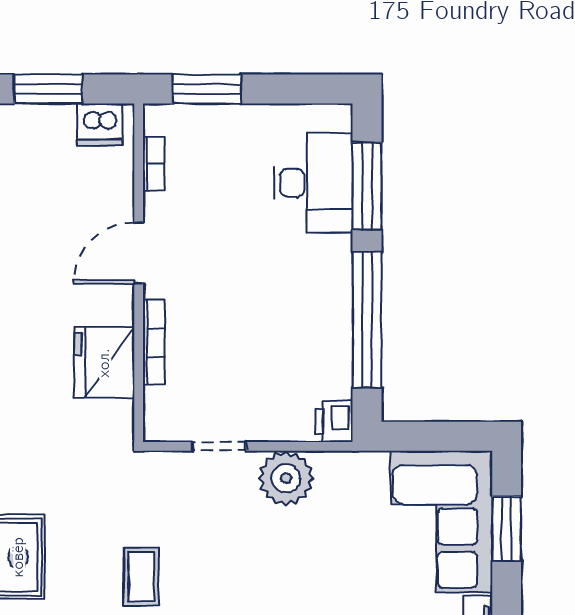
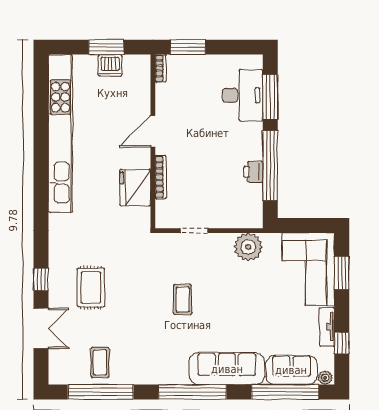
dishwasher: (100, 124) -> (110, 65), moved
bookcase: (154, 164) -> (161, 68), moved
printer: (334, 422) -> (253, 172), moved
plant: (286, 478) -> (248, 247), moved
coffee table: (141, 577) -> (183, 299), moved

